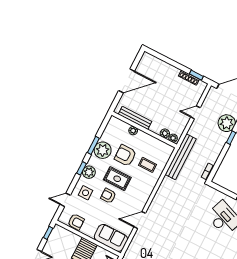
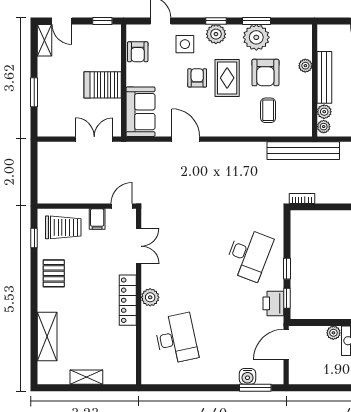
bench: (135, 118) -> (324, 77), moved
armchair: (125, 155) -> (265, 73), turned 180

